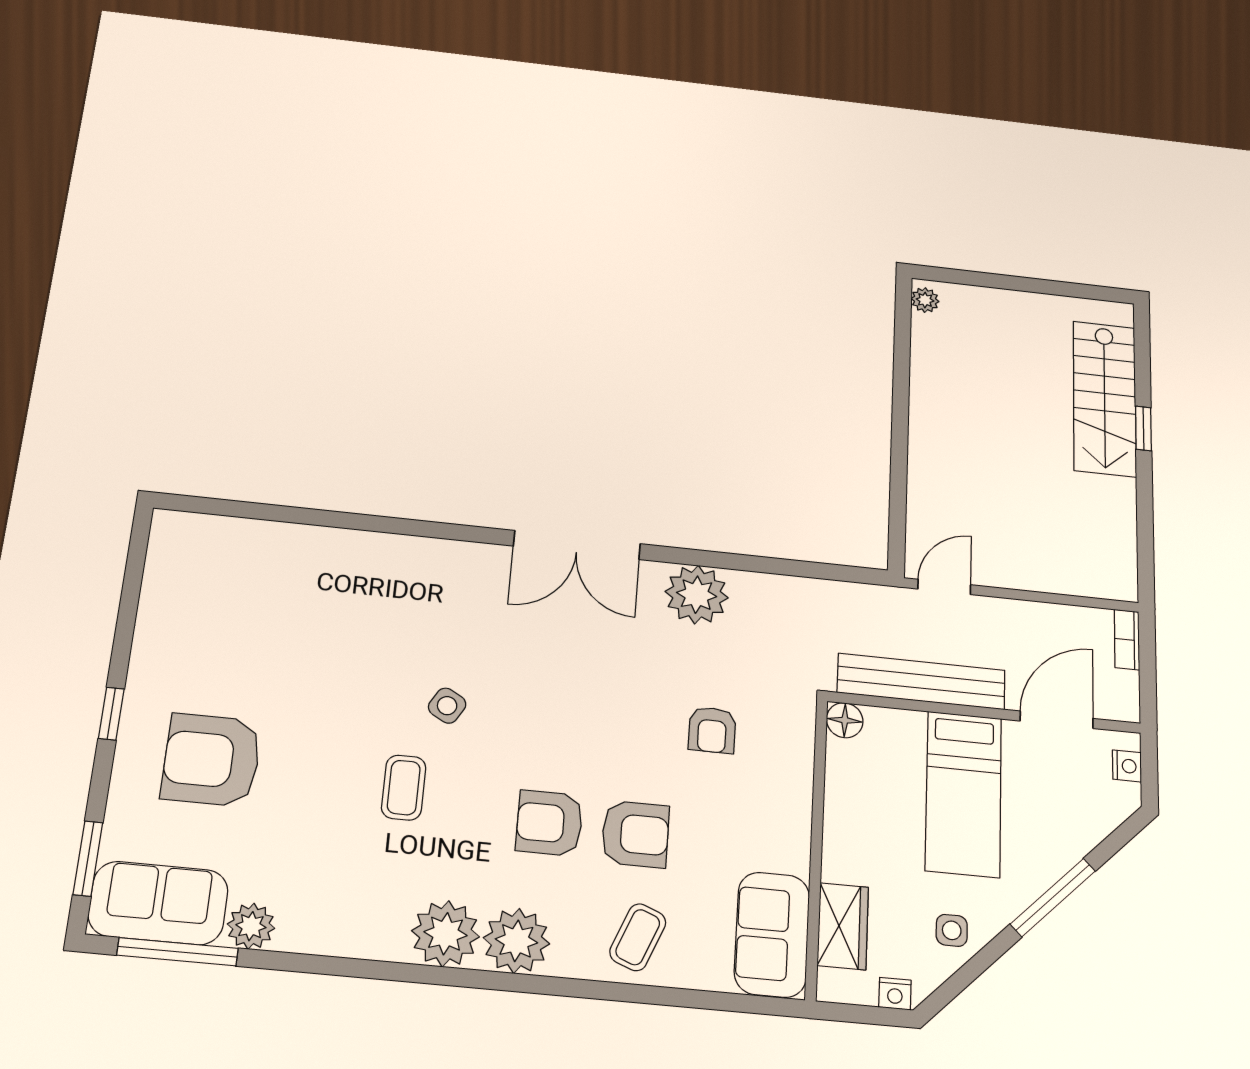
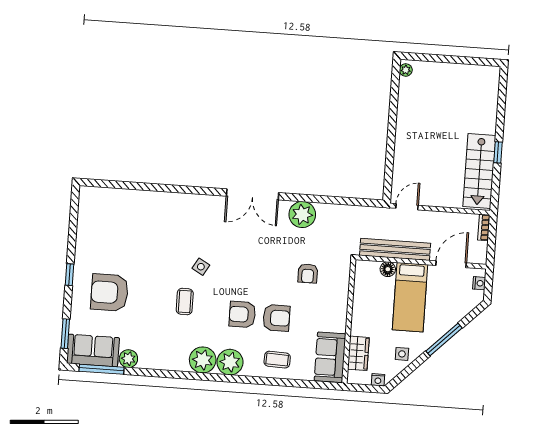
stairs: (1105, 398) -> (479, 171), moved
window: (1143, 428) -> (498, 152), moved
floor lamp: (845, 720) -> (388, 269), moved
coffee table: (638, 937) -> (277, 360), turned 70

